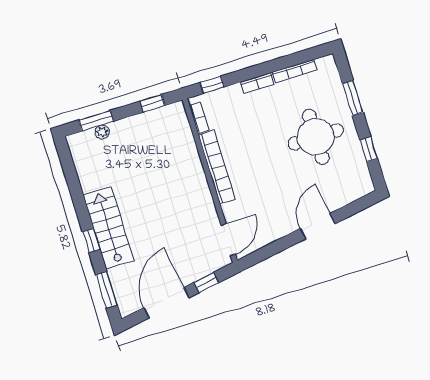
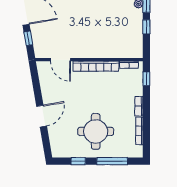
window: (353, 98) -> (112, 161), width x1.44
window: (152, 103) -> (146, 27), moved
door: (318, 226) -> (42, 116), hinge flipped
door: (228, 240) -> (61, 60), moved

